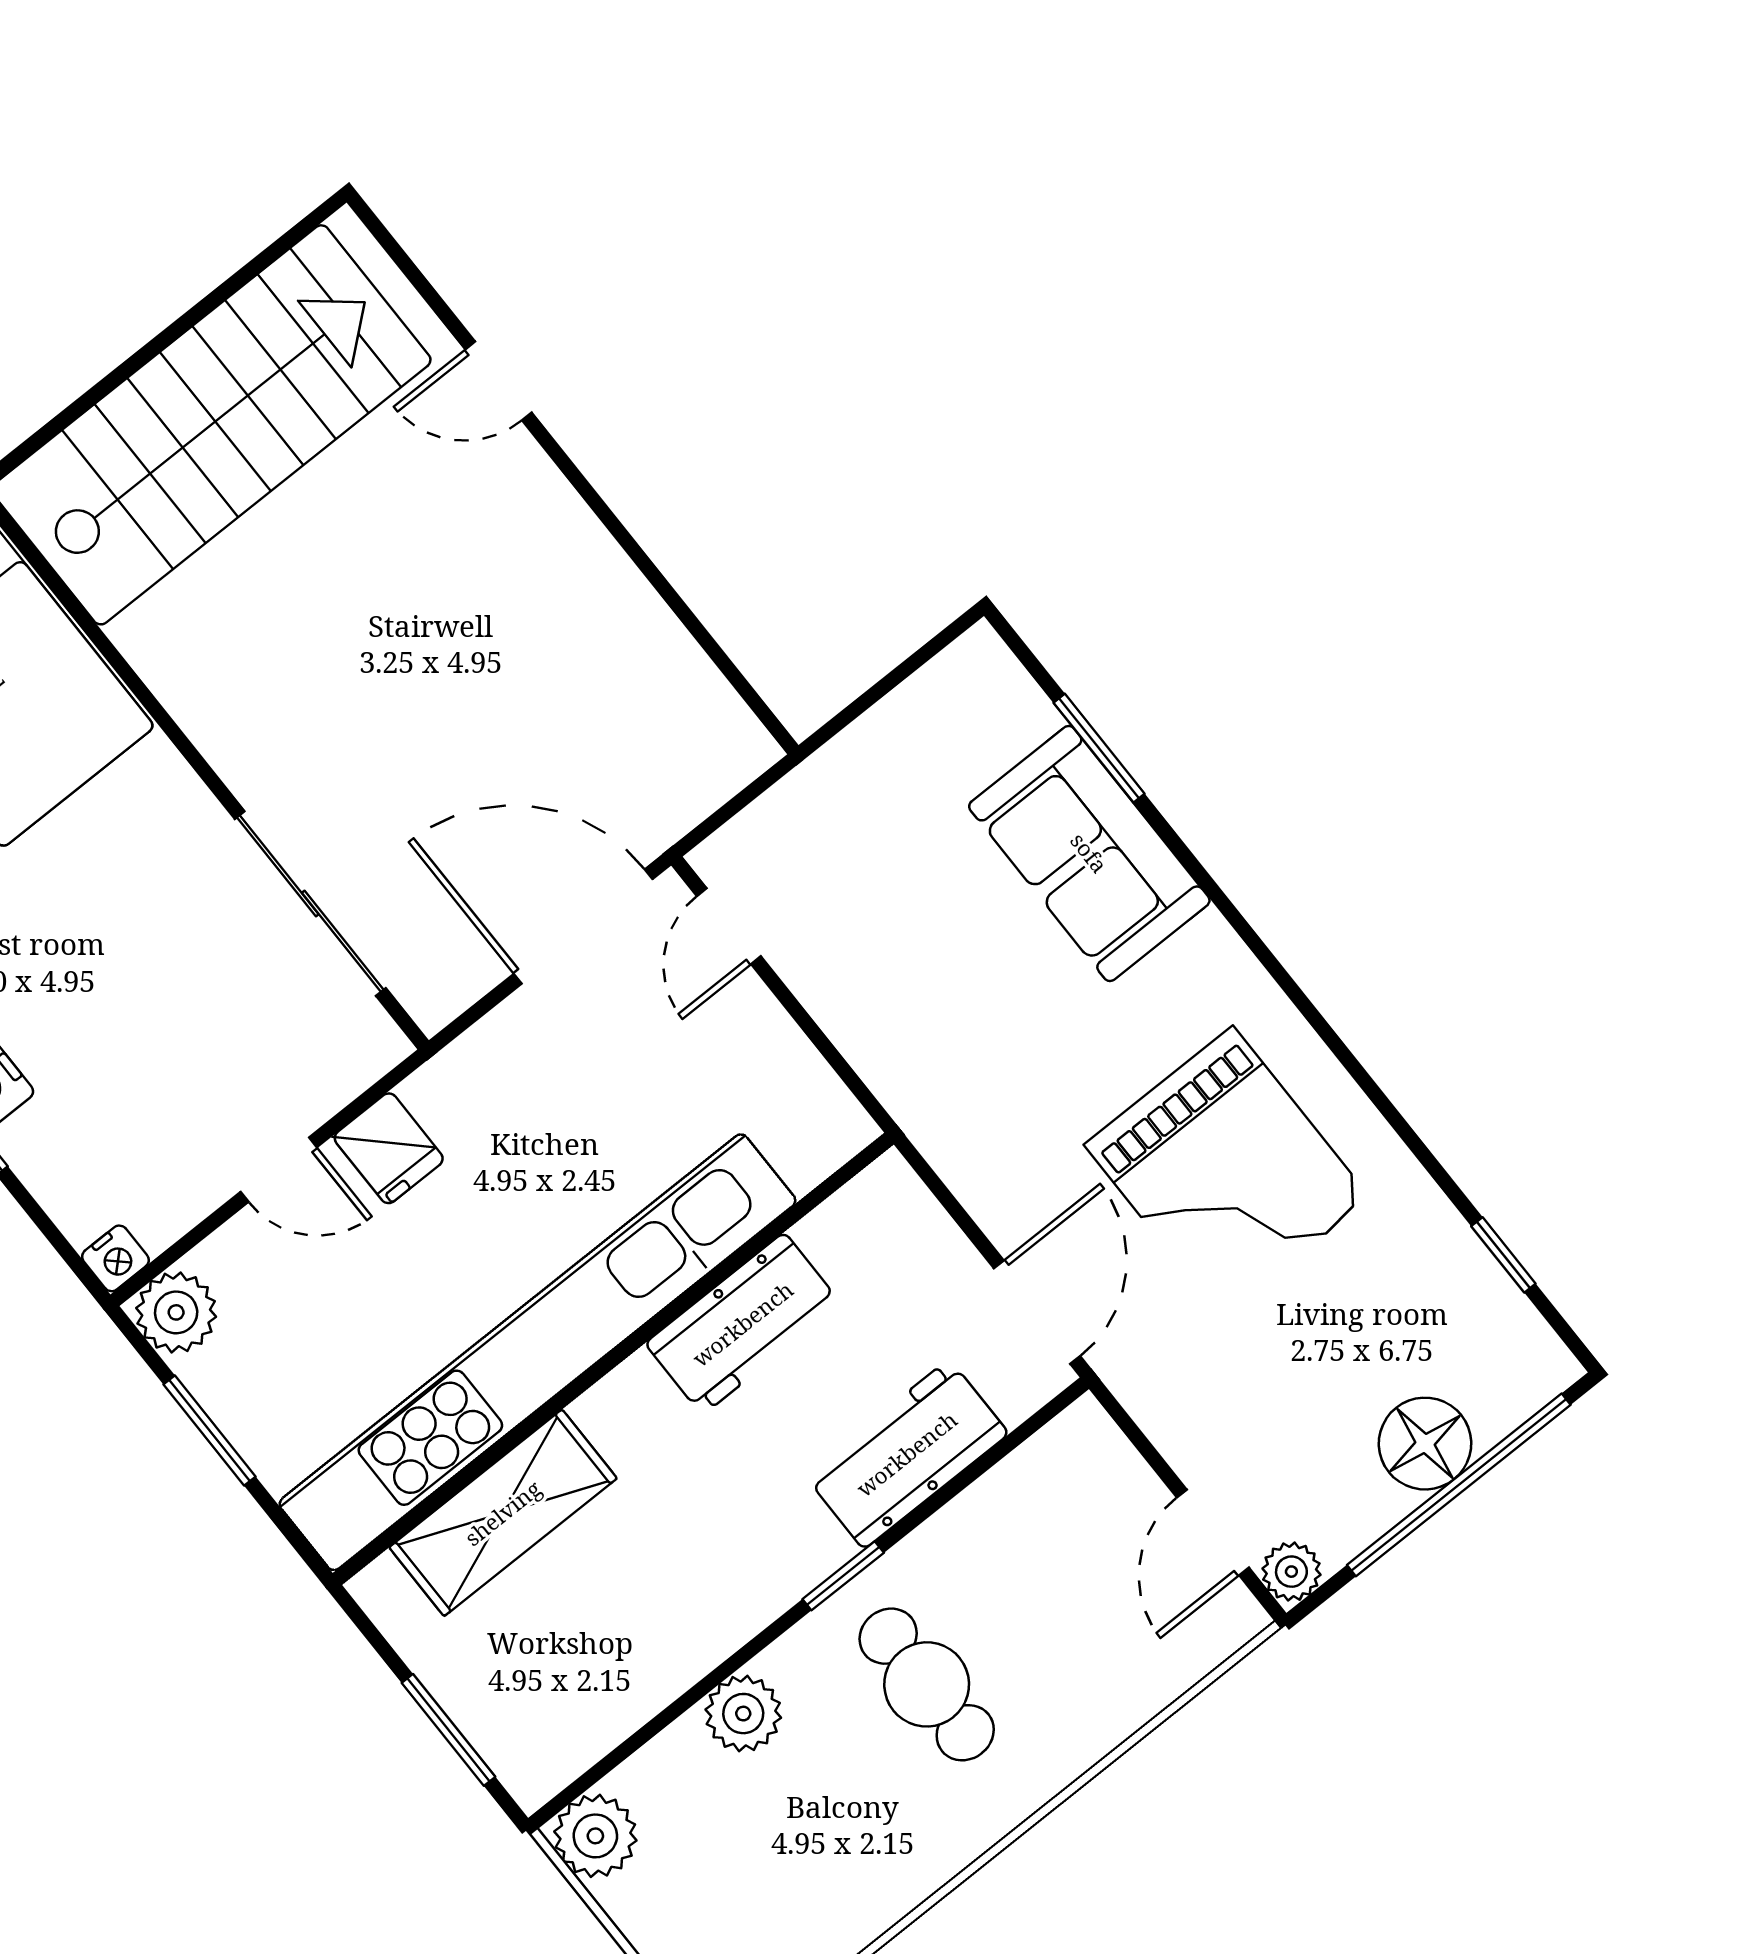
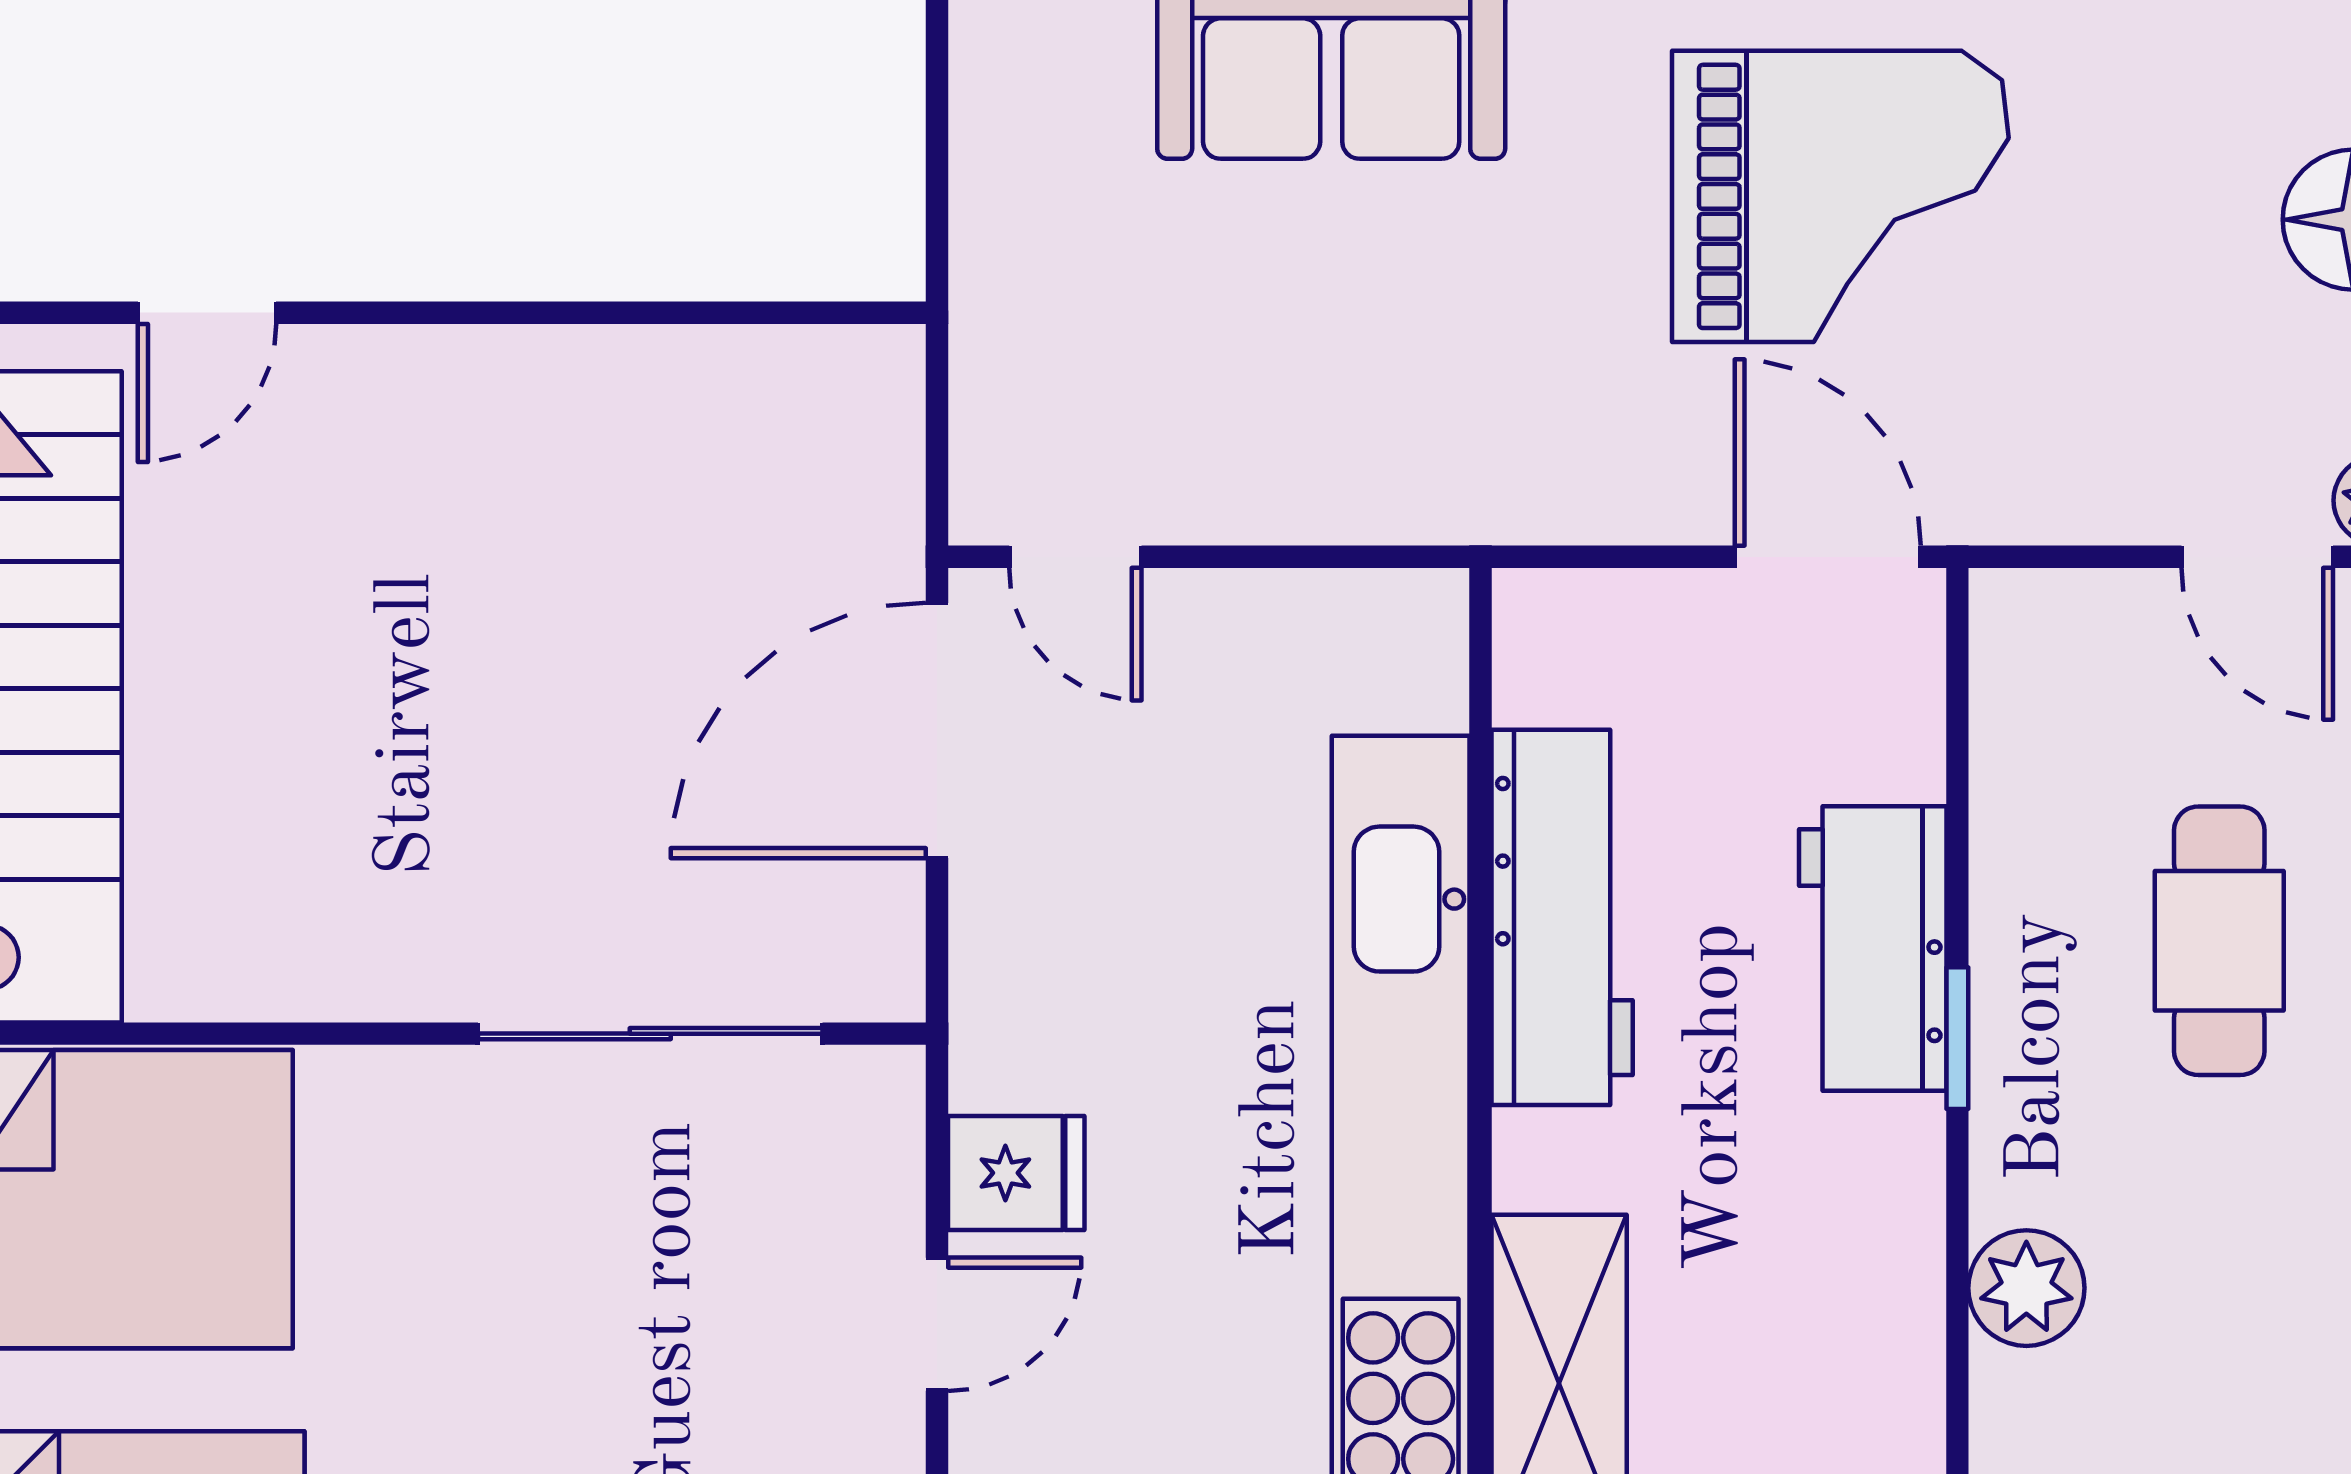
workbench: (743, 1324) -> (1562, 917), width x1.38
workbench: (907, 1454) -> (1873, 949), moved
cafe table: (927, 1684) -> (2219, 941), moved, turned 90

